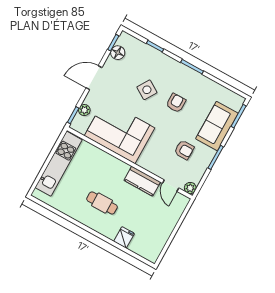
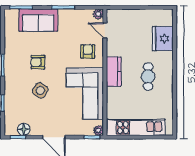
plant: (84, 110) -> (98, 131), moved
armchair: (184, 150) -> (88, 52), moved
kitchen counter: (142, 181) -> (114, 72), moved
door: (171, 186) -> (105, 30), swing flipped
fridge: (124, 237) -> (163, 39), width x1.88, depth x1.34

